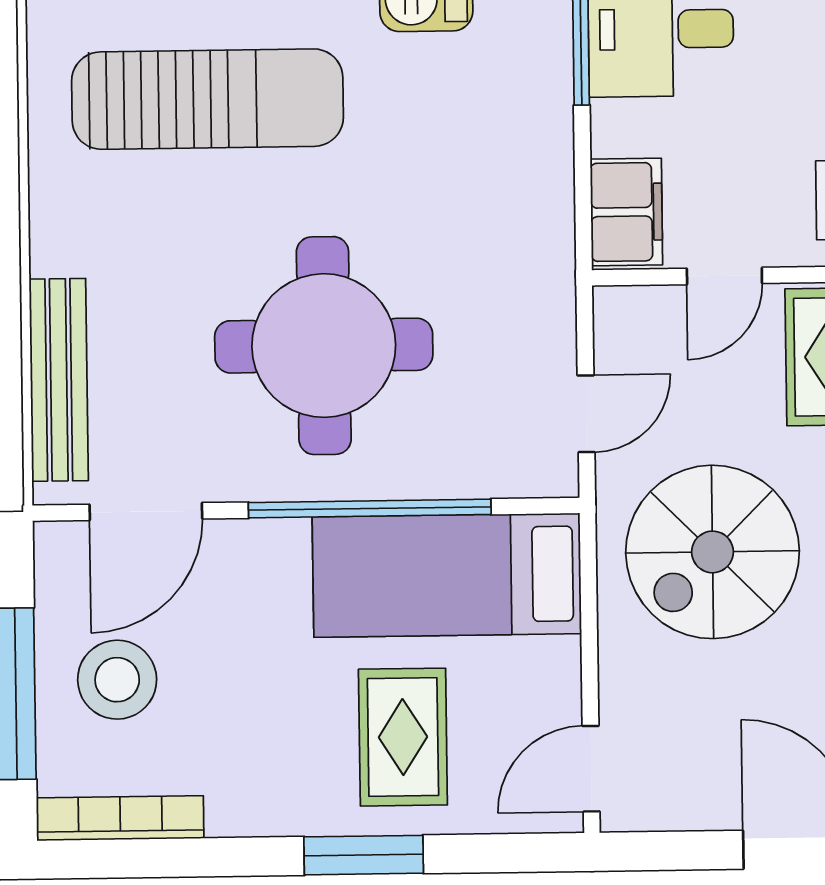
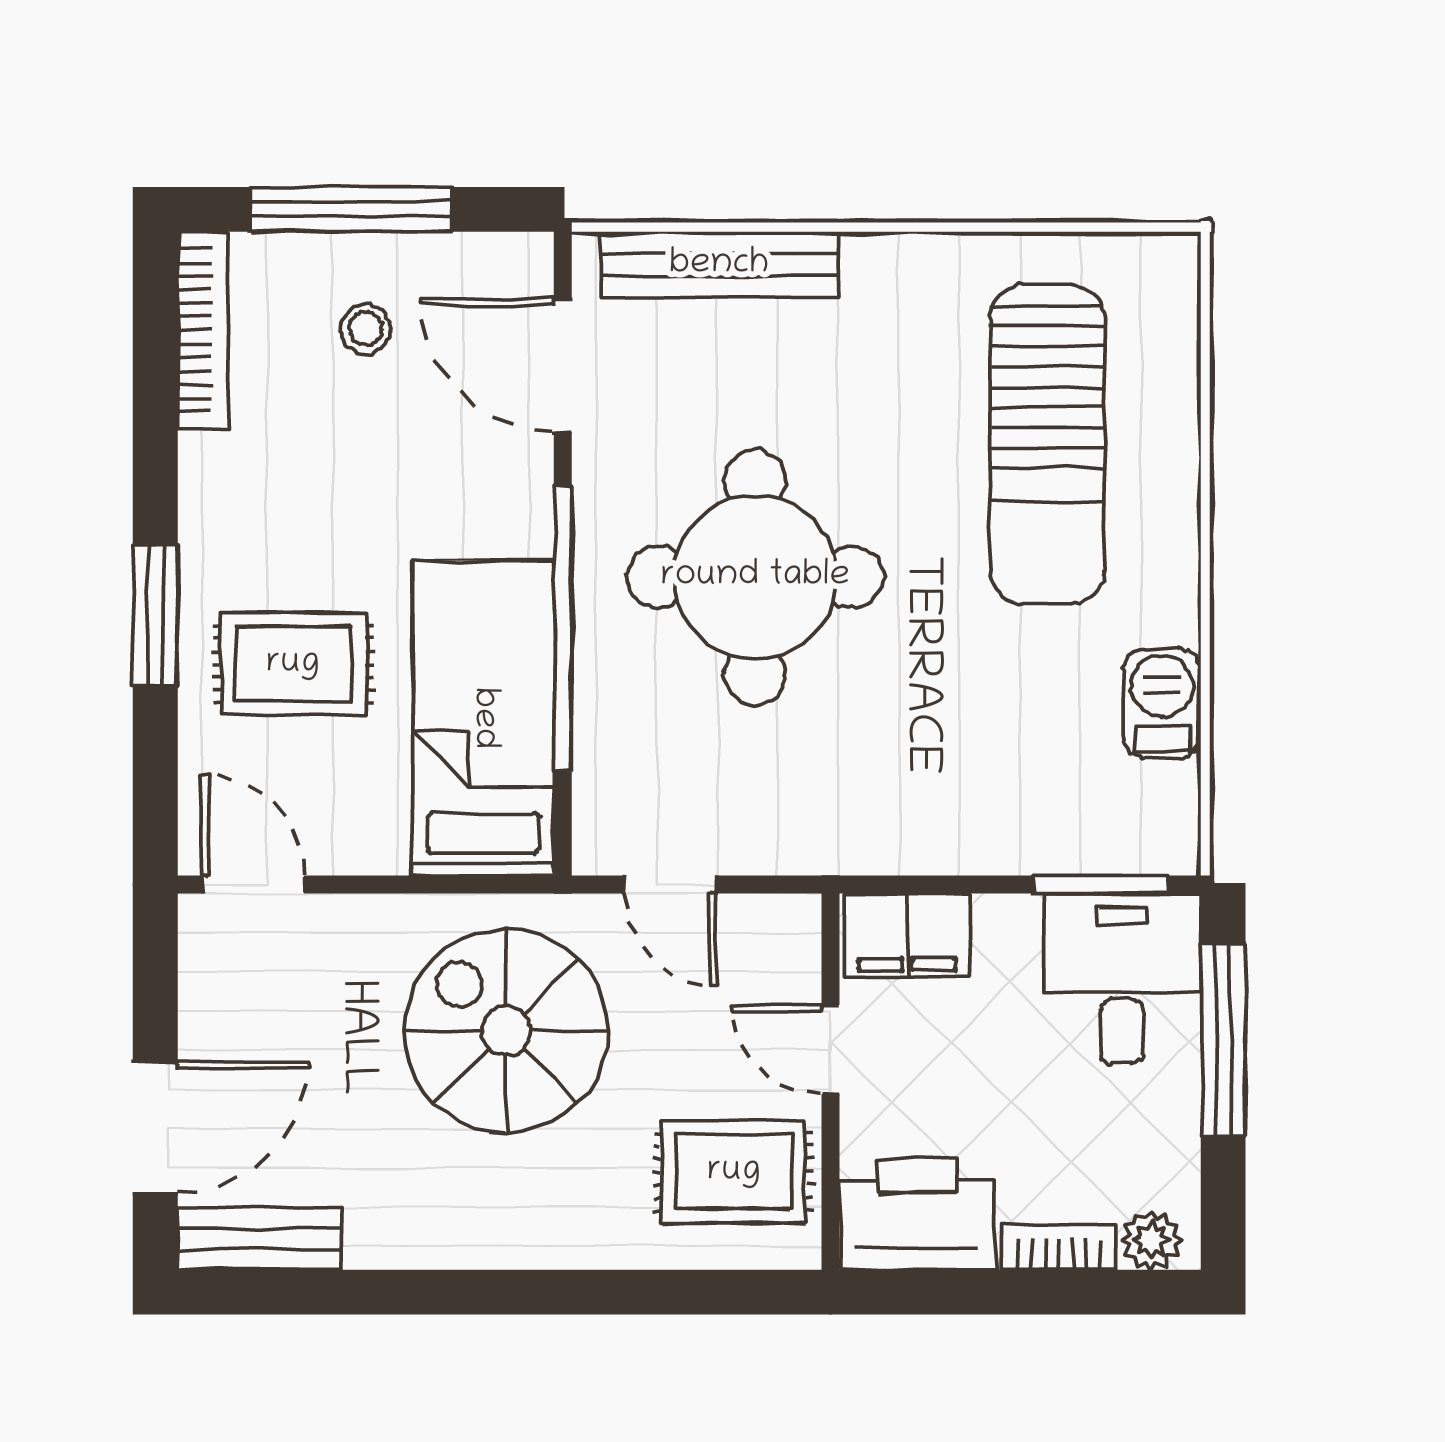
stool: (117, 680) -> (366, 329), width x0.53, depth x0.53

